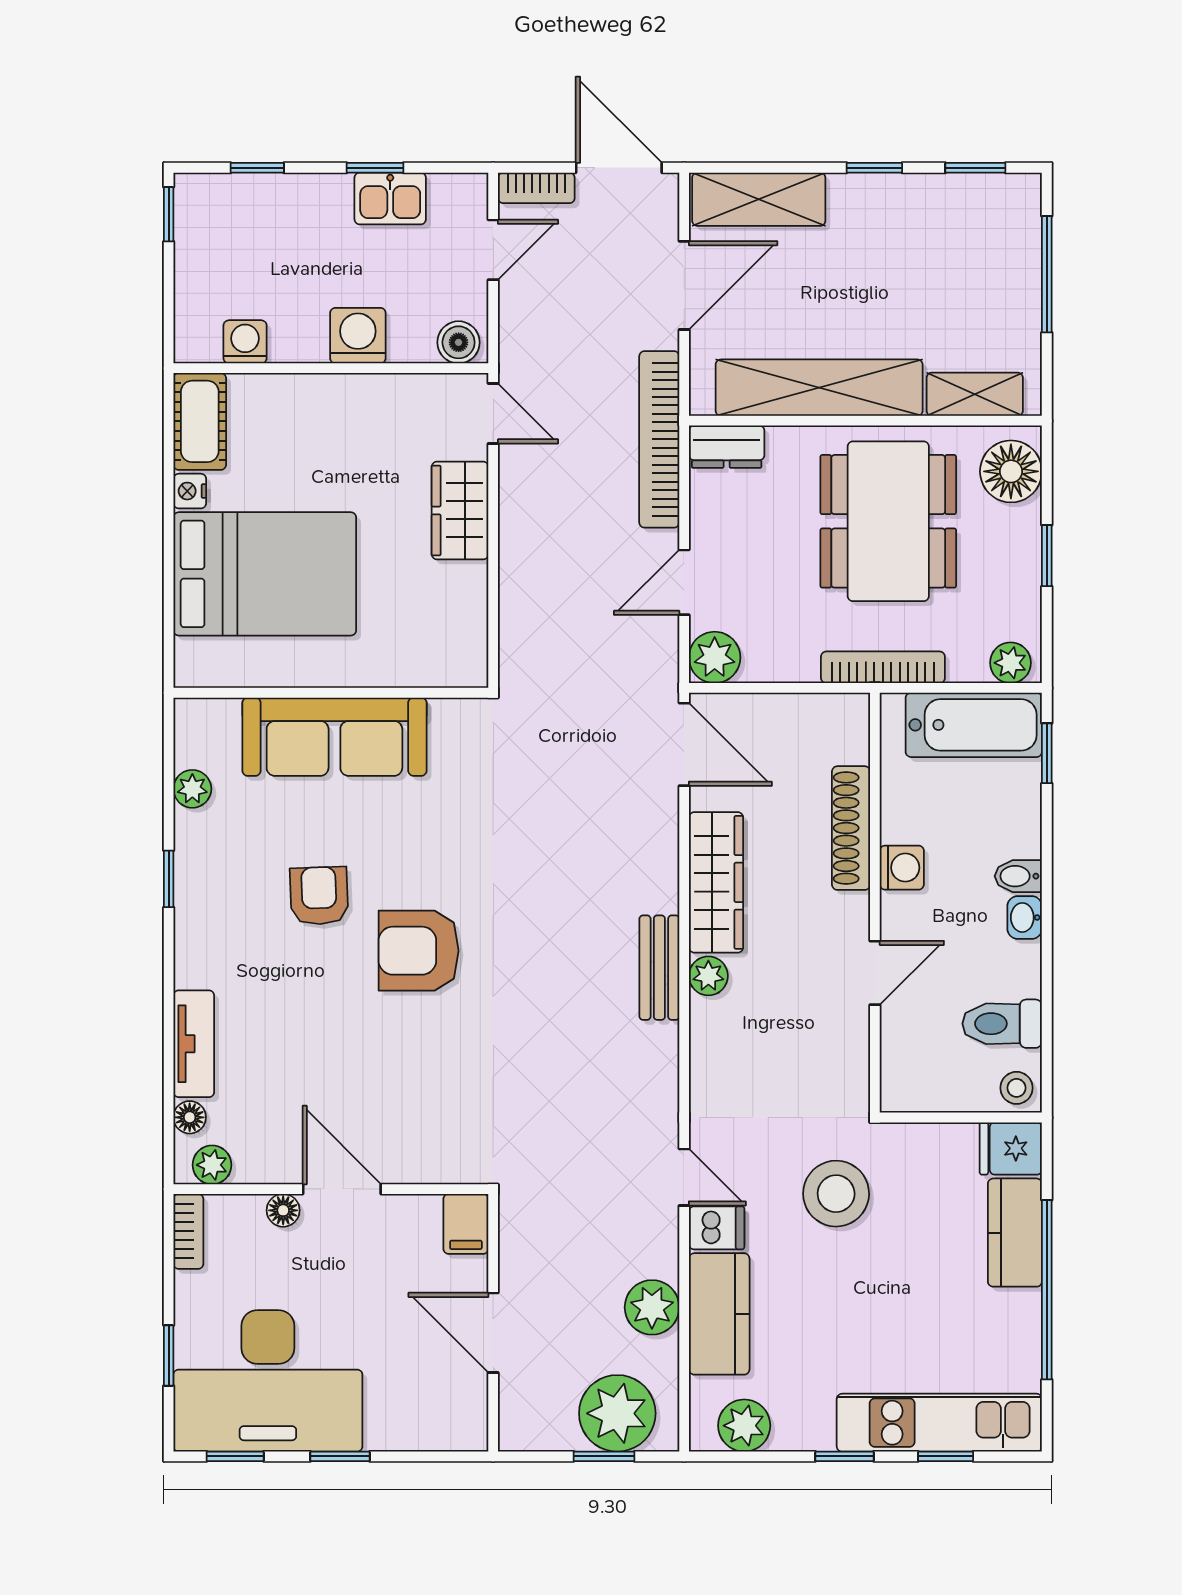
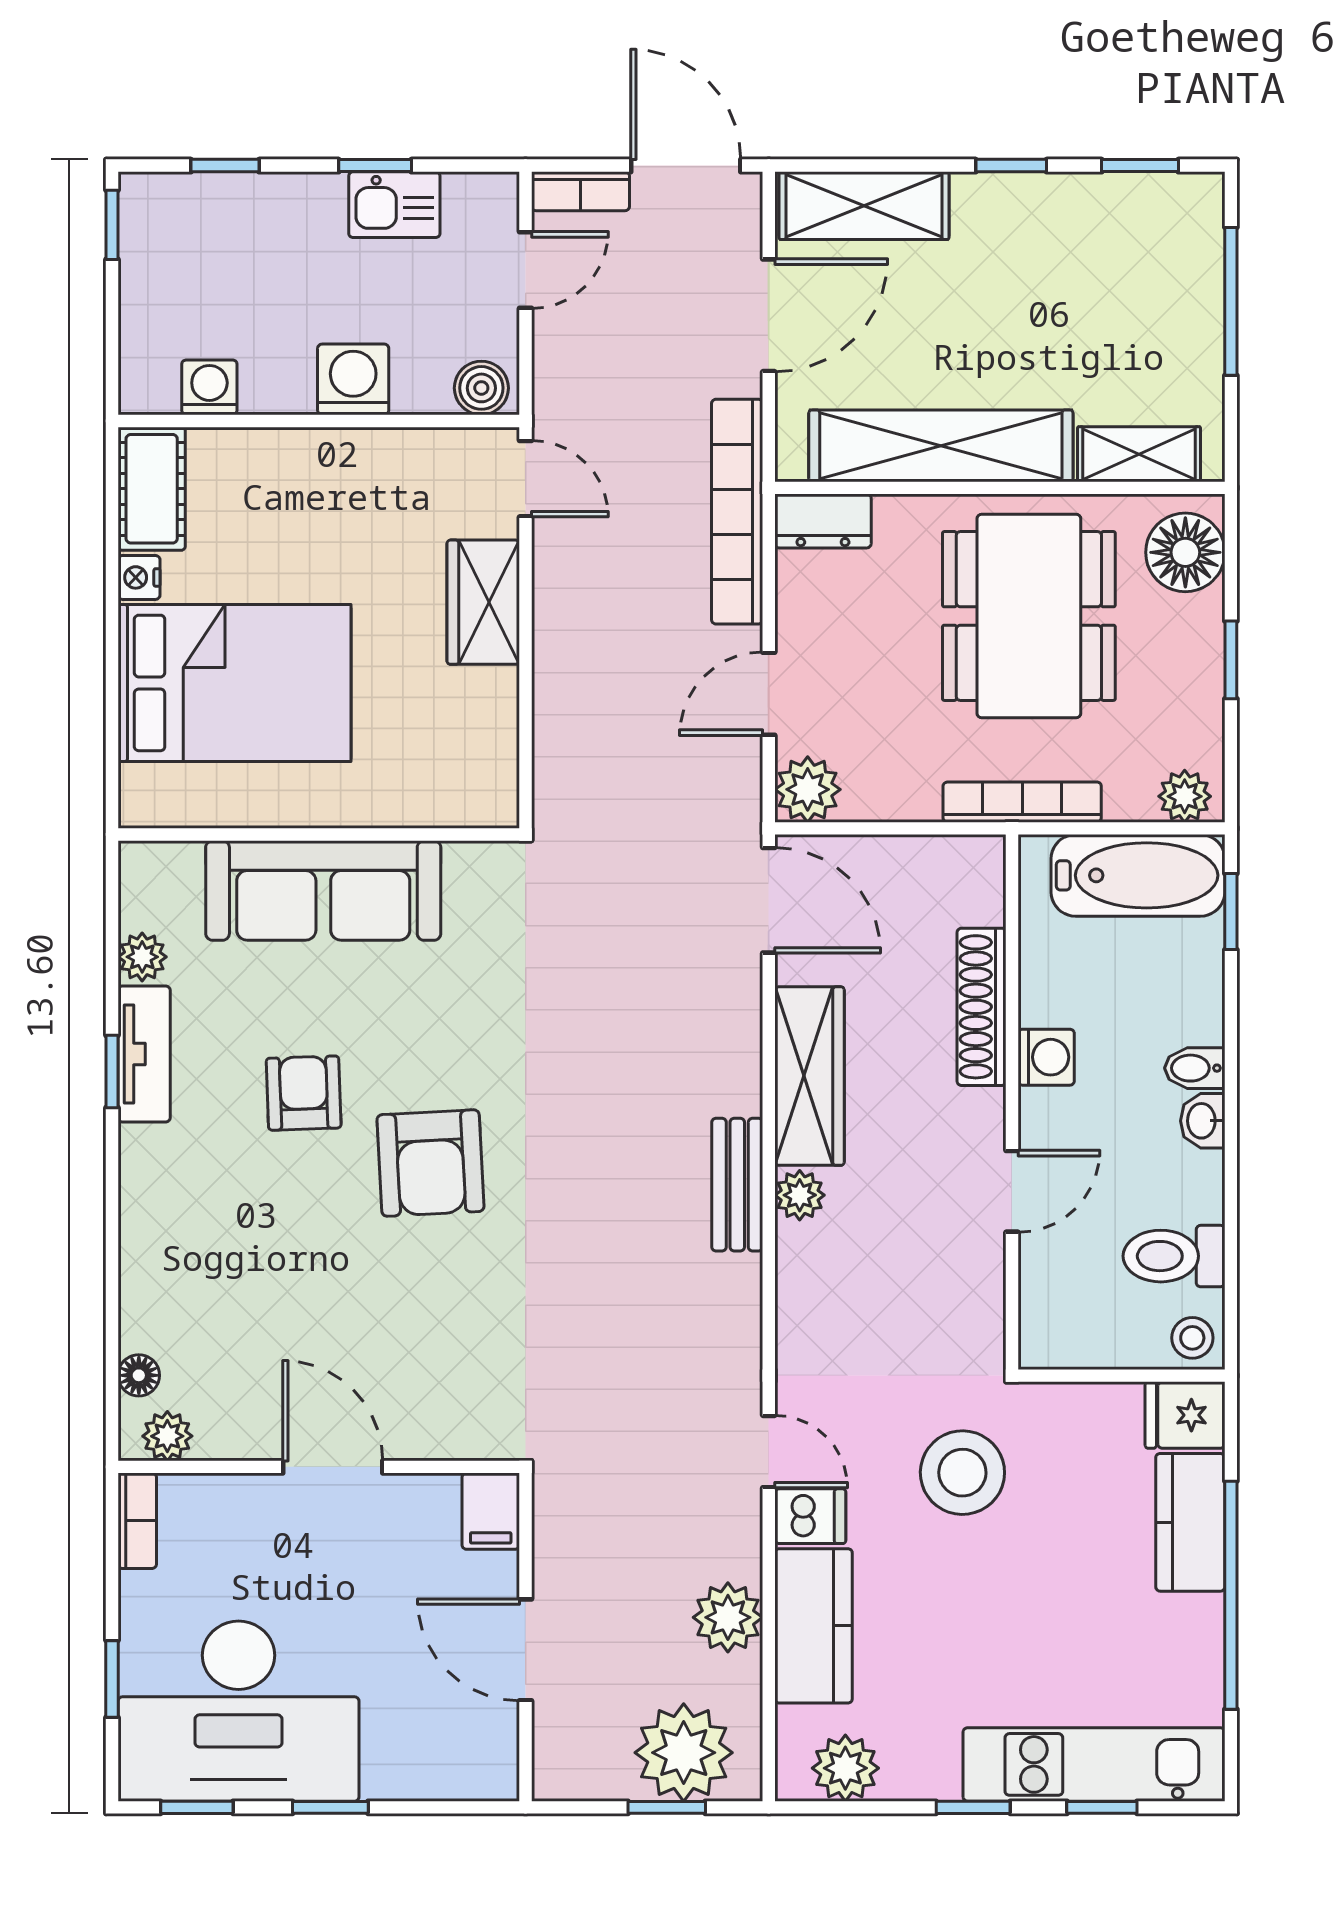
armchair: (419, 951) -> (431, 1163), turned -93
tv unit: (194, 1044) -> (144, 1054), moved
floor lamp: (283, 1210) -> (258, 1494), removed

